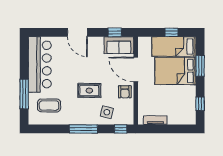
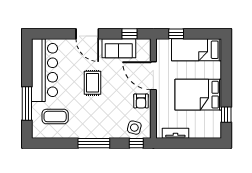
window: (171, 32) -> (176, 34), moved
sofa: (119, 45) -> (119, 48), moved
window: (200, 66) -> (226, 72), removed
bed: (175, 71) -> (198, 95), moved
rug: (89, 91) -> (93, 83), moved, turned 90
side table: (107, 112) -> (134, 128), moved

